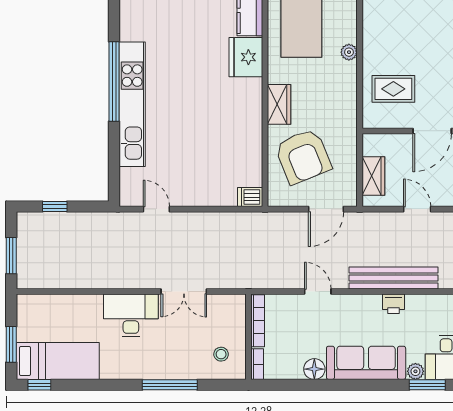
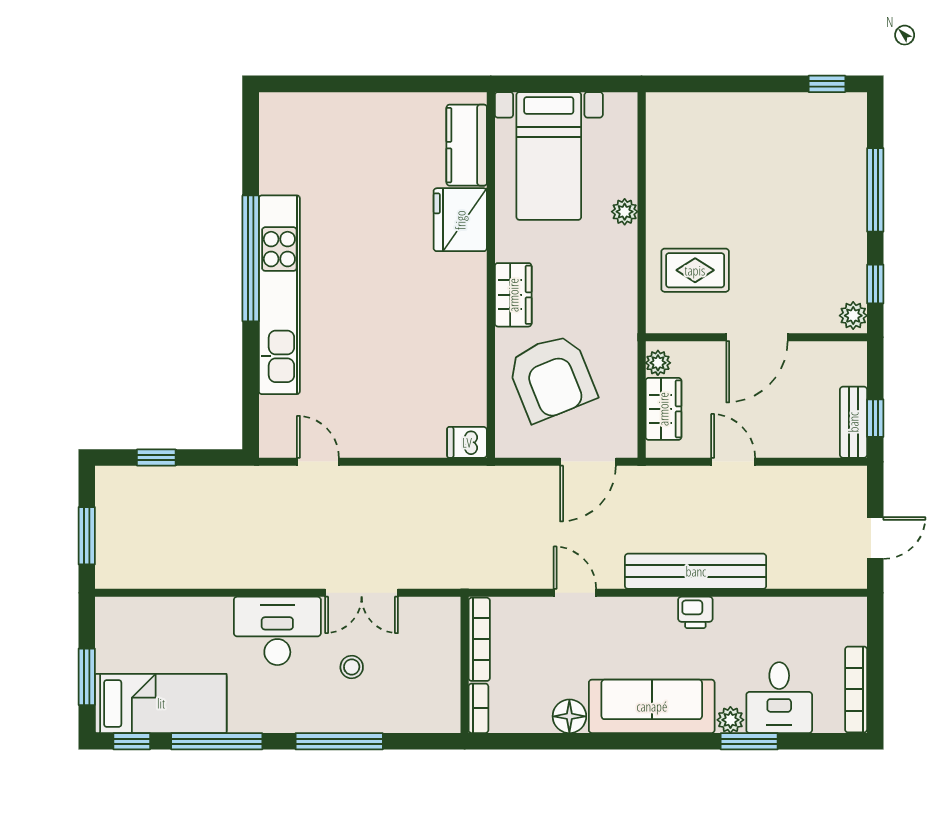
plant: (370, 147) -> (658, 363), added
stool: (221, 354) -> (352, 667), moved
window: (93, 385) -> (217, 741), added

